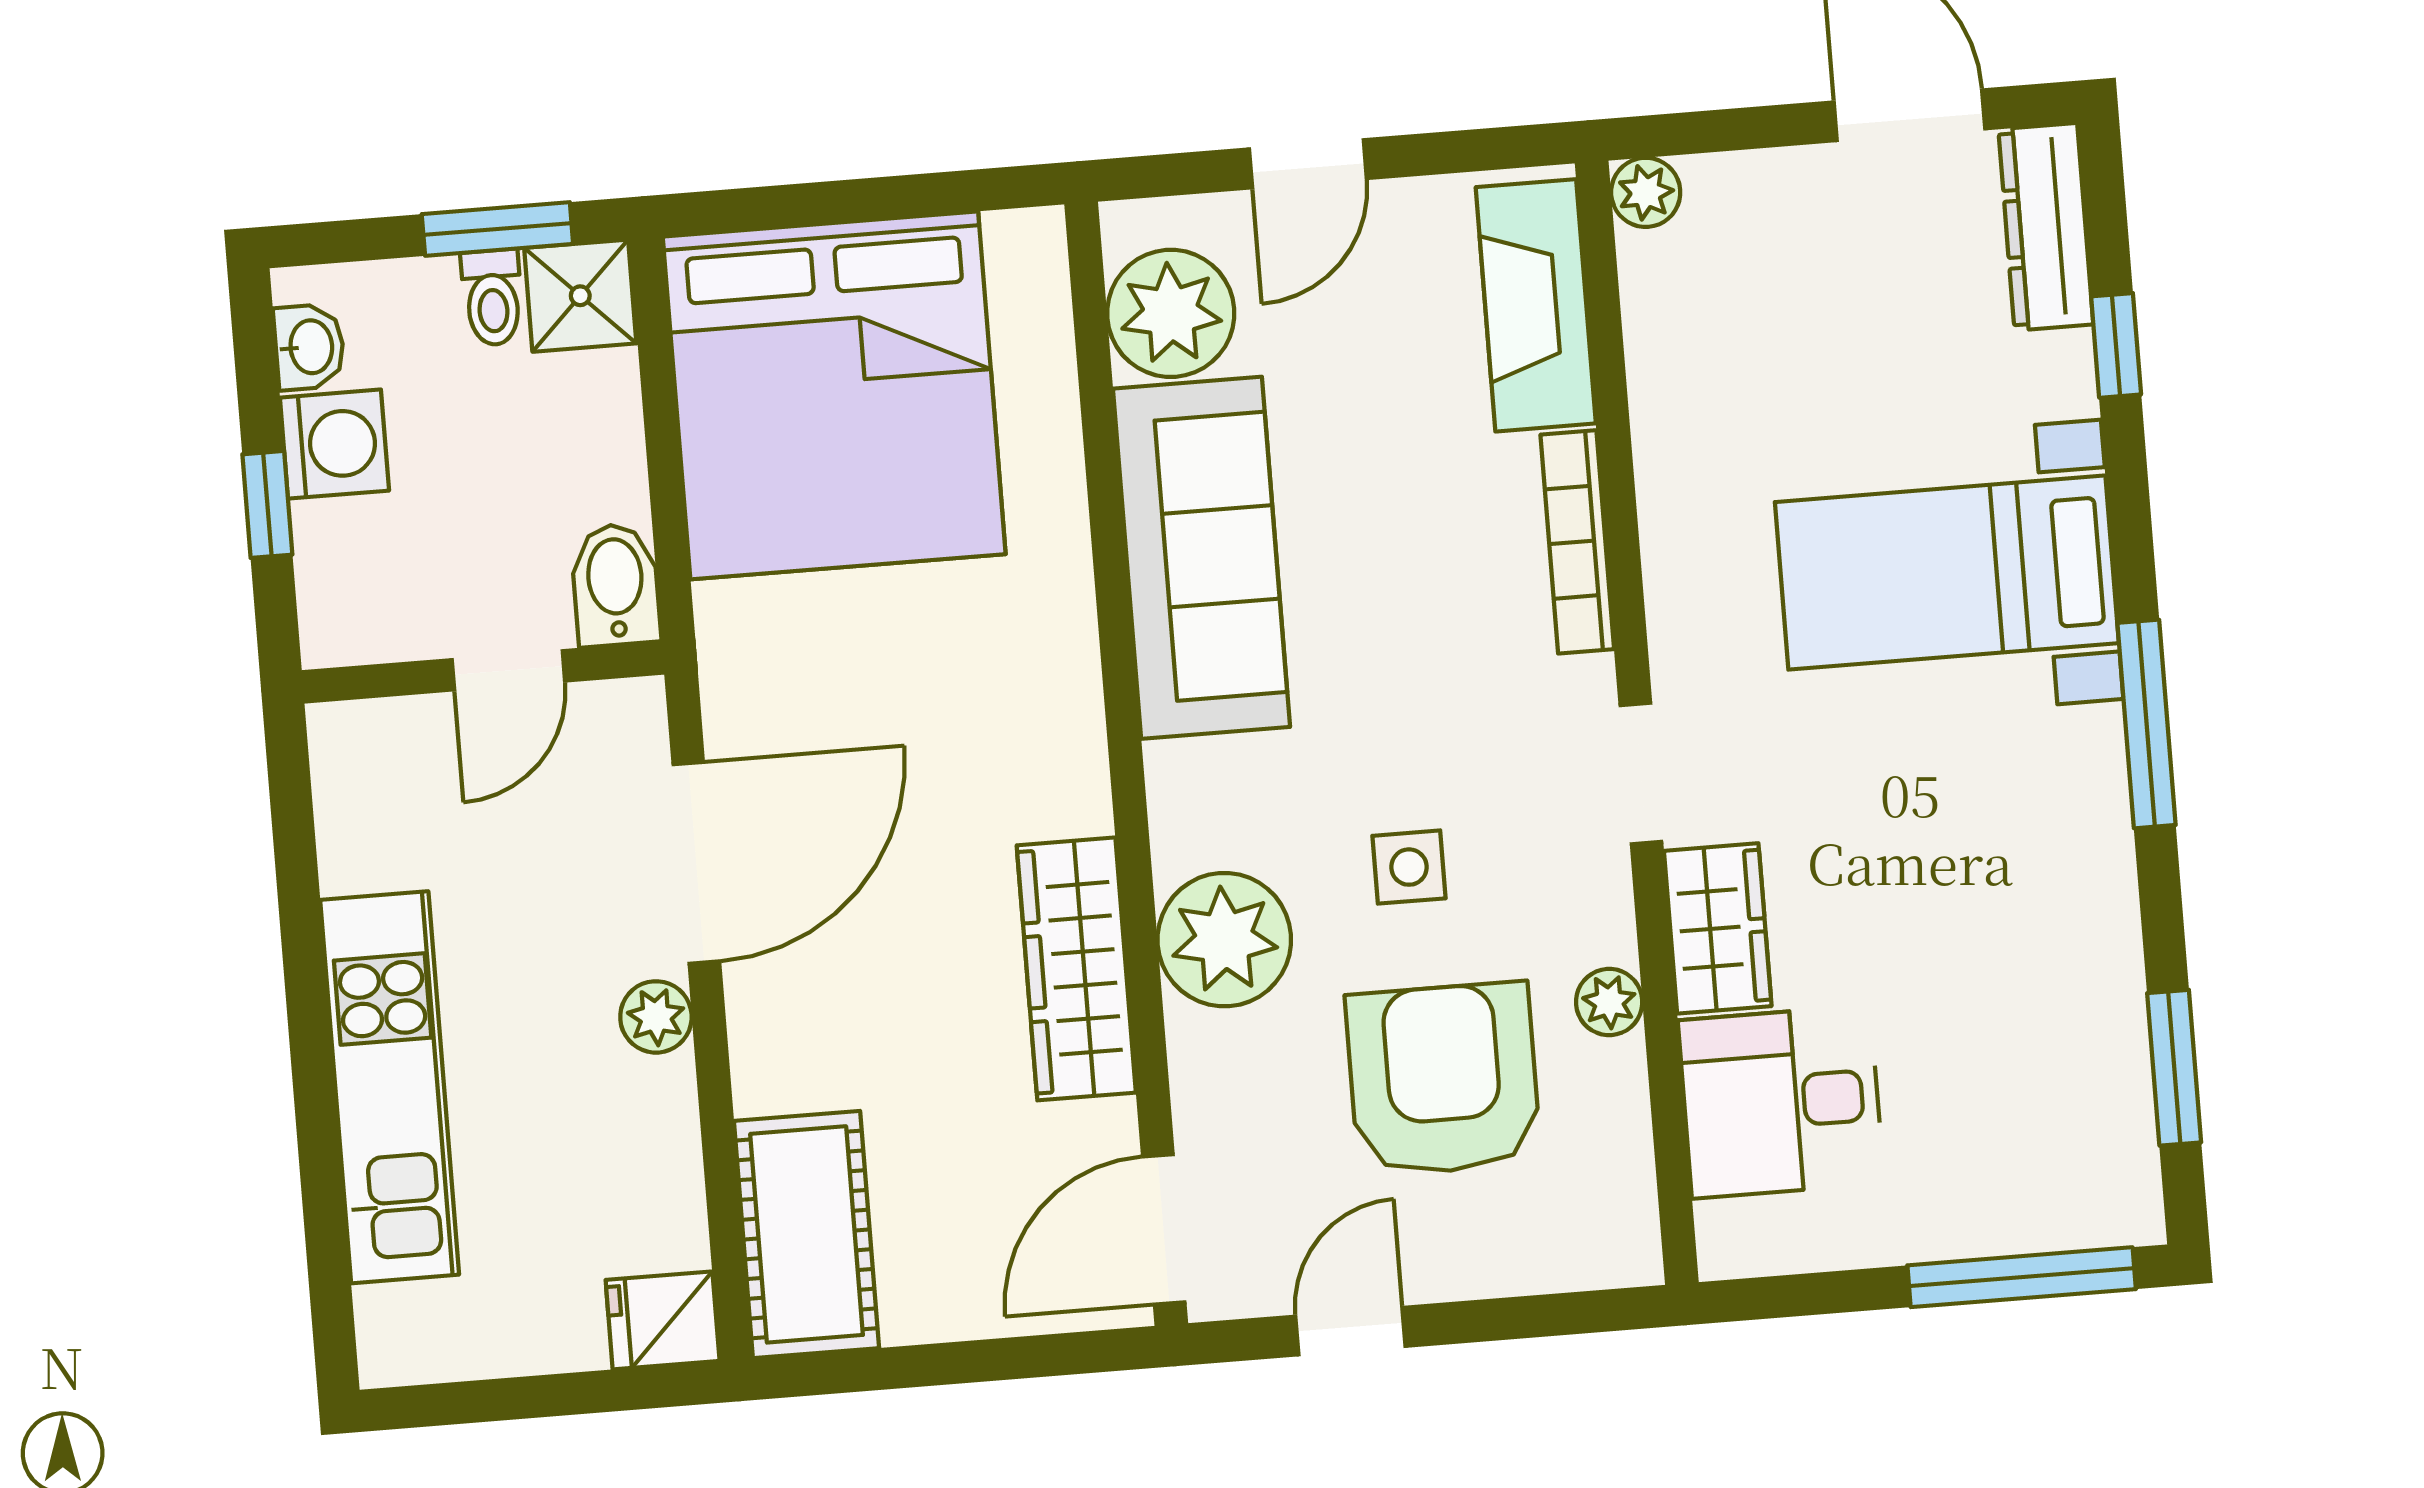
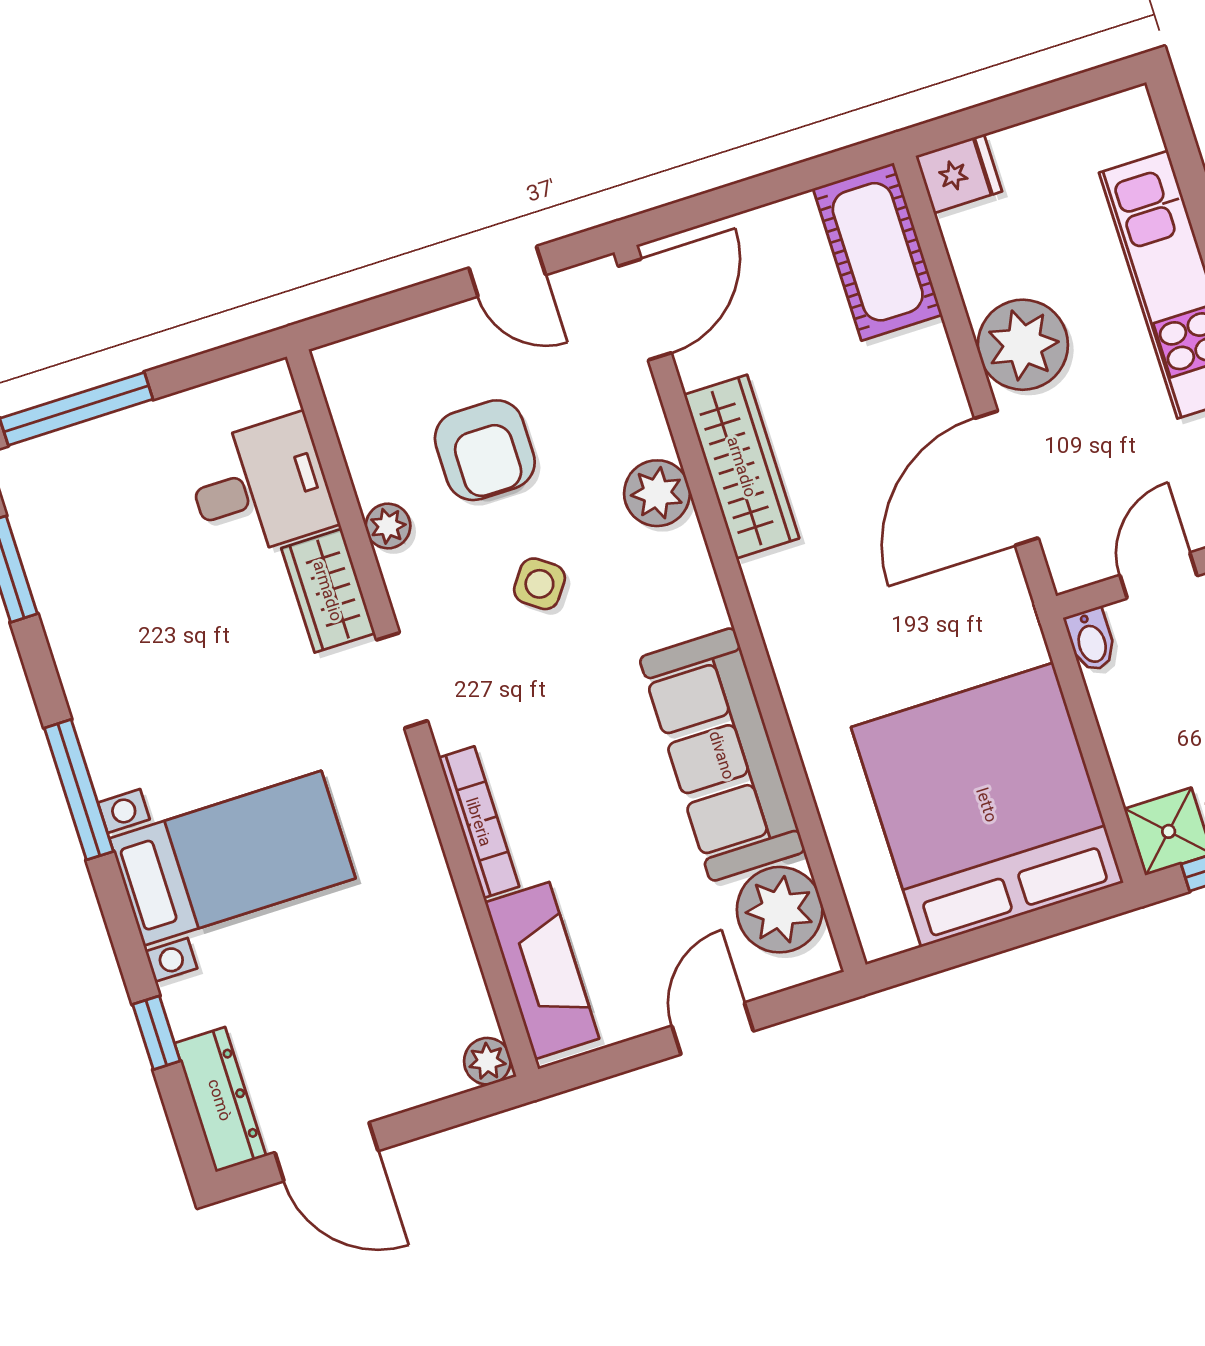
bidet: (616, 585) -> (1091, 640), width x0.72, depth x0.74
side table: (1409, 867) -> (539, 584), turned 36
plant: (1224, 940) -> (657, 493), width x0.73, depth x0.73
plant: (656, 1017) -> (1023, 345), width x1.87, depth x1.87
armchair: (1443, 1079) -> (485, 450), width x0.73, depth x0.73
door: (1350, 1331) -> (507, 271), hinge flipped

